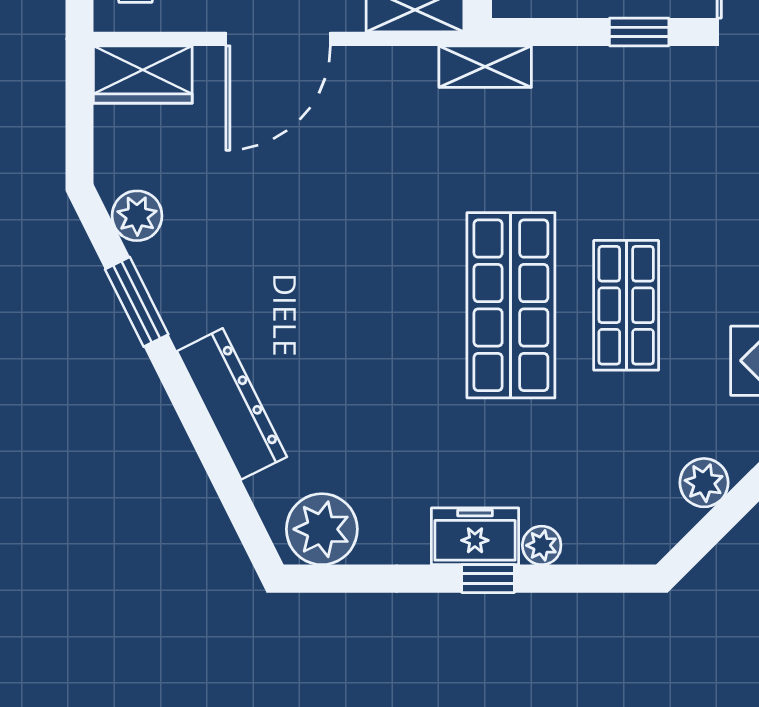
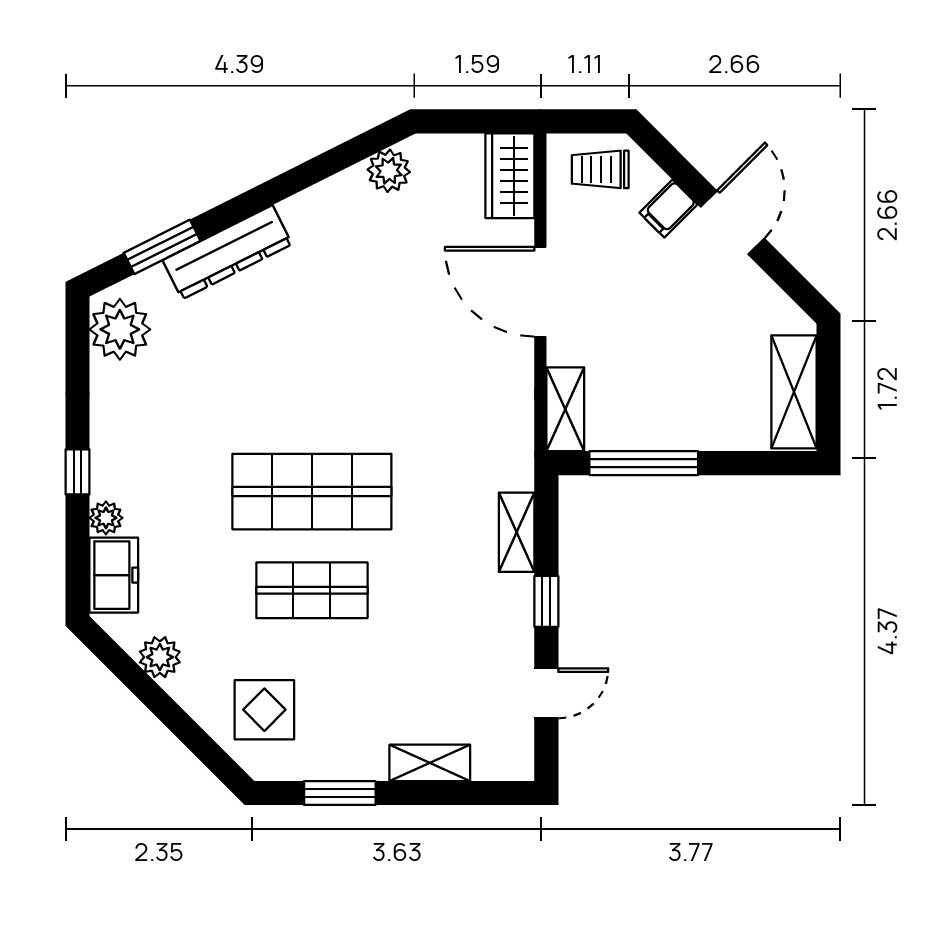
shelving: (485, 67) -> (517, 532), moved
window: (137, 302) -> (162, 247), moved
freezer: (475, 536) -> (114, 575), moved

